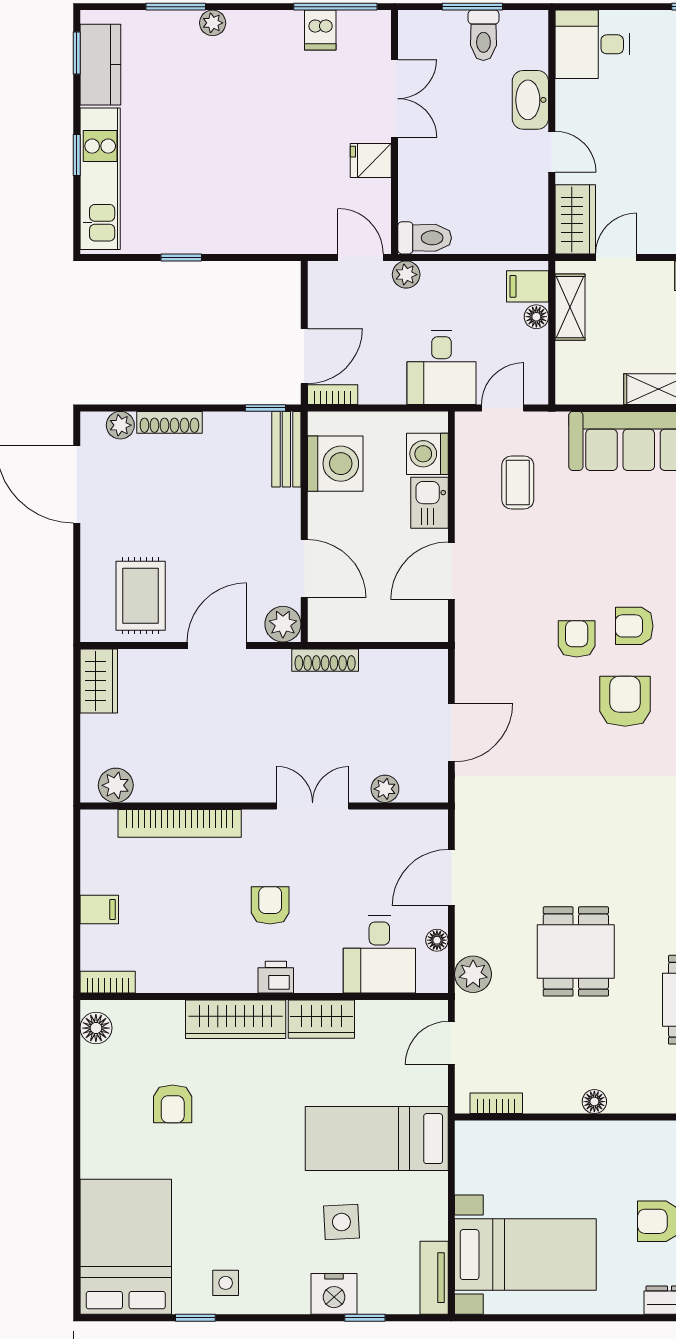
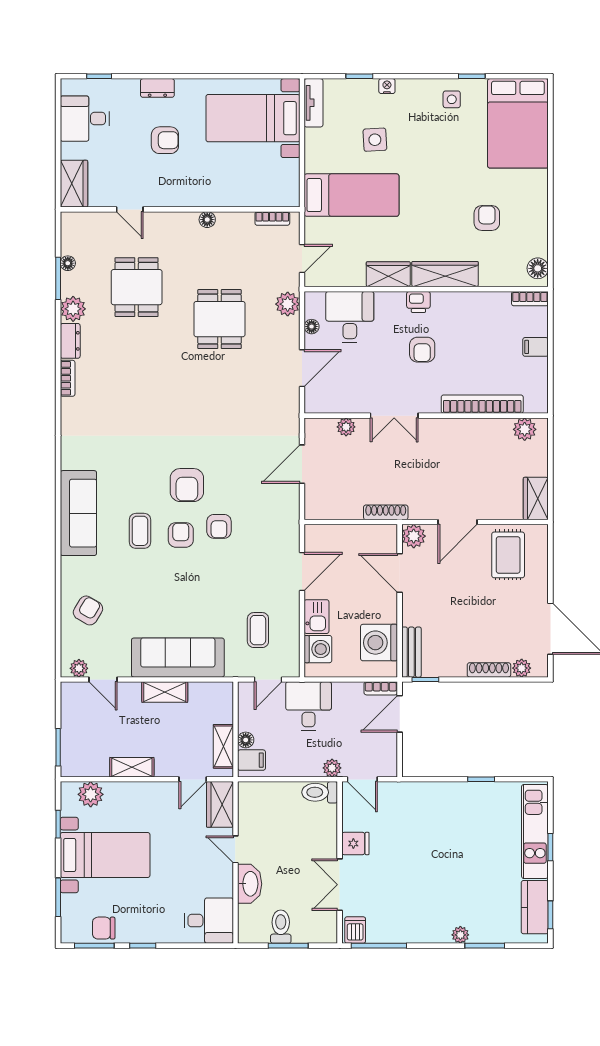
dishwasher: (320, 30) -> (355, 930), moved
armchair: (634, 626) -> (181, 535), turned -90
nightstand: (334, 1294) -> (387, 86), width x0.53, depth x0.56

